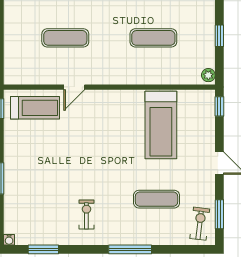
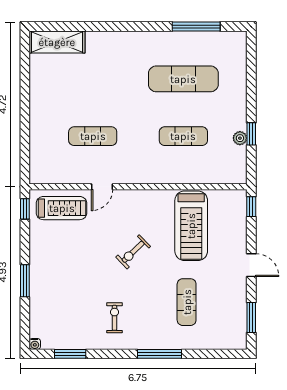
plant: (208, 75) -> (240, 138), moved
exercise mat: (157, 199) -> (187, 302), turned 90
exercise bike: (200, 224) -> (133, 252), moved, turned -141

